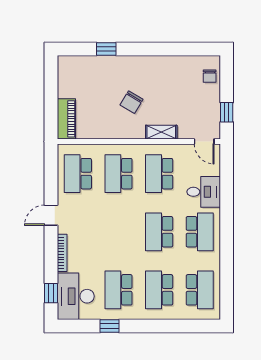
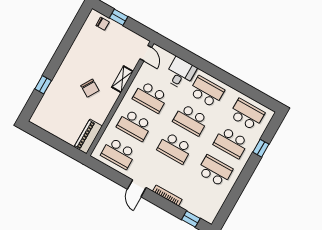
window: (227, 112) -> (119, 17), moved
piano: (66, 119) -> (88, 136), moved, turned -90
door: (204, 142) -> (146, 53), hinge flipped
school desk: (118, 232) -> (175, 148), added
school desk: (118, 290) -> (215, 171), turned 180
desk: (76, 296) -> (203, 203), removed
window: (110, 326) -> (261, 148), moved

